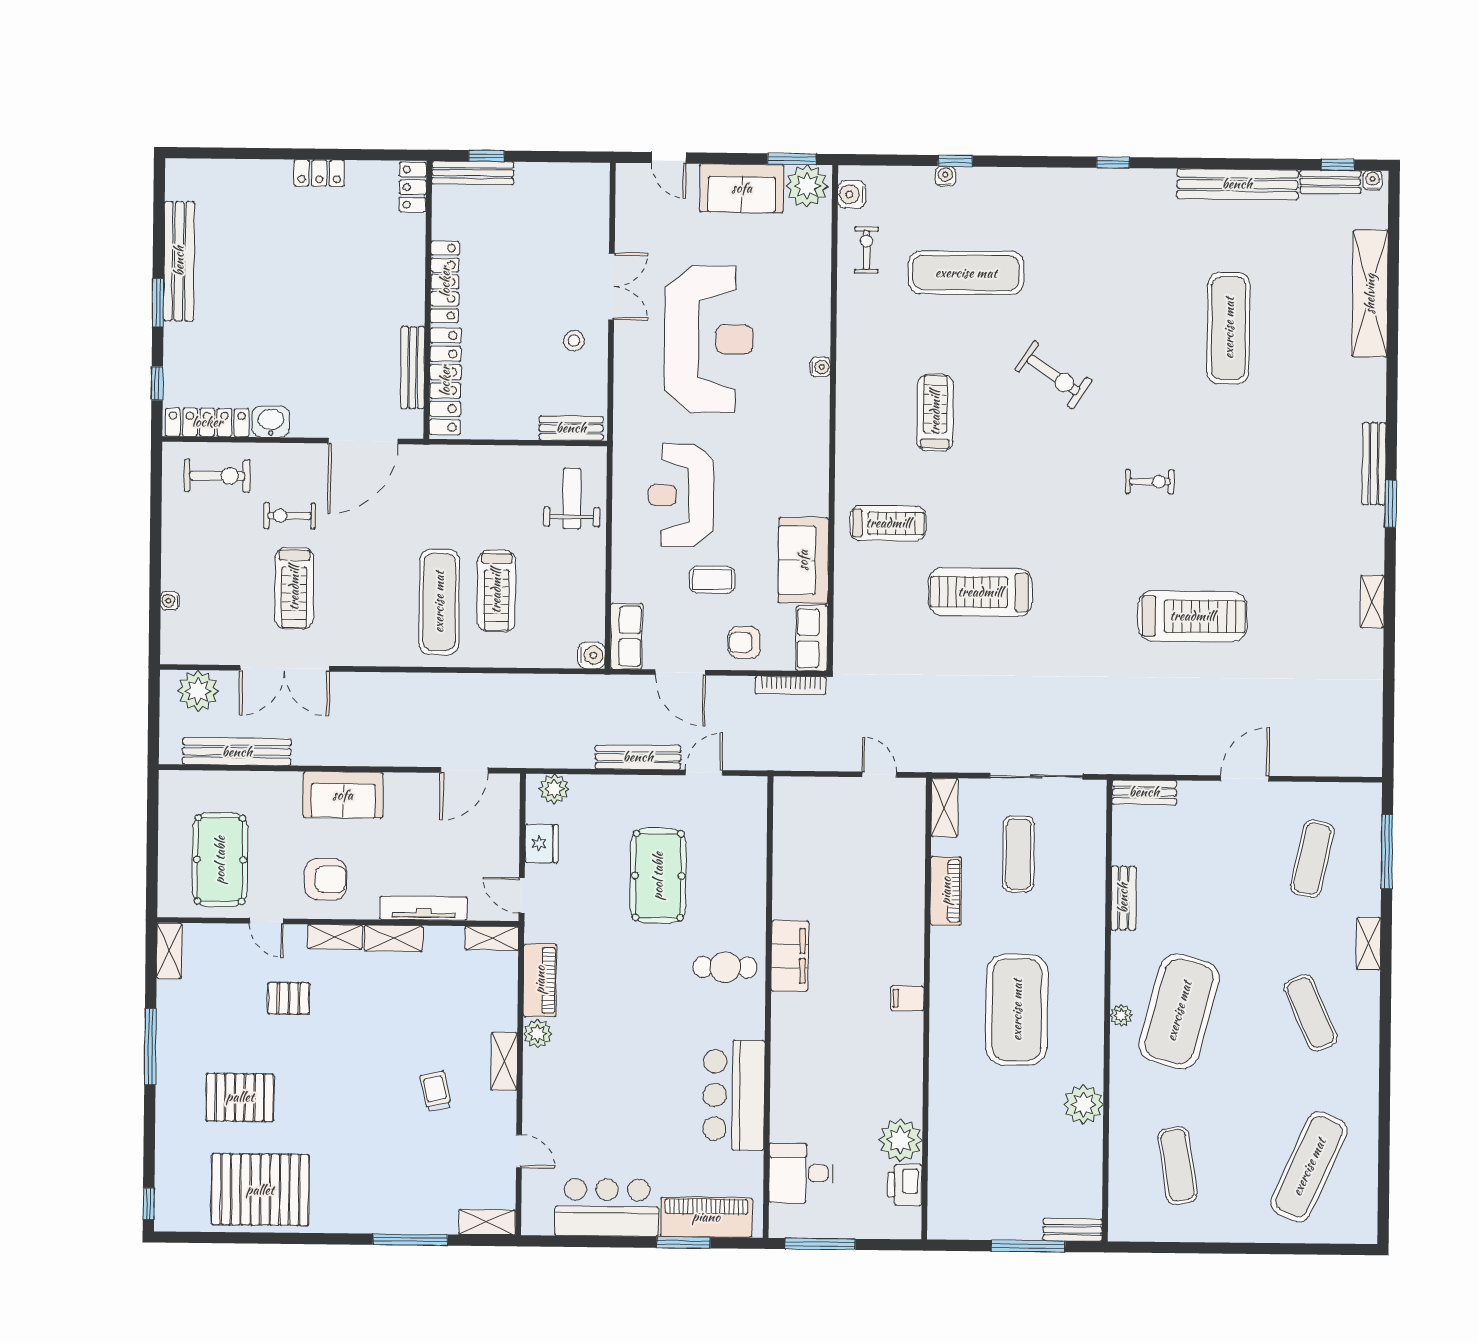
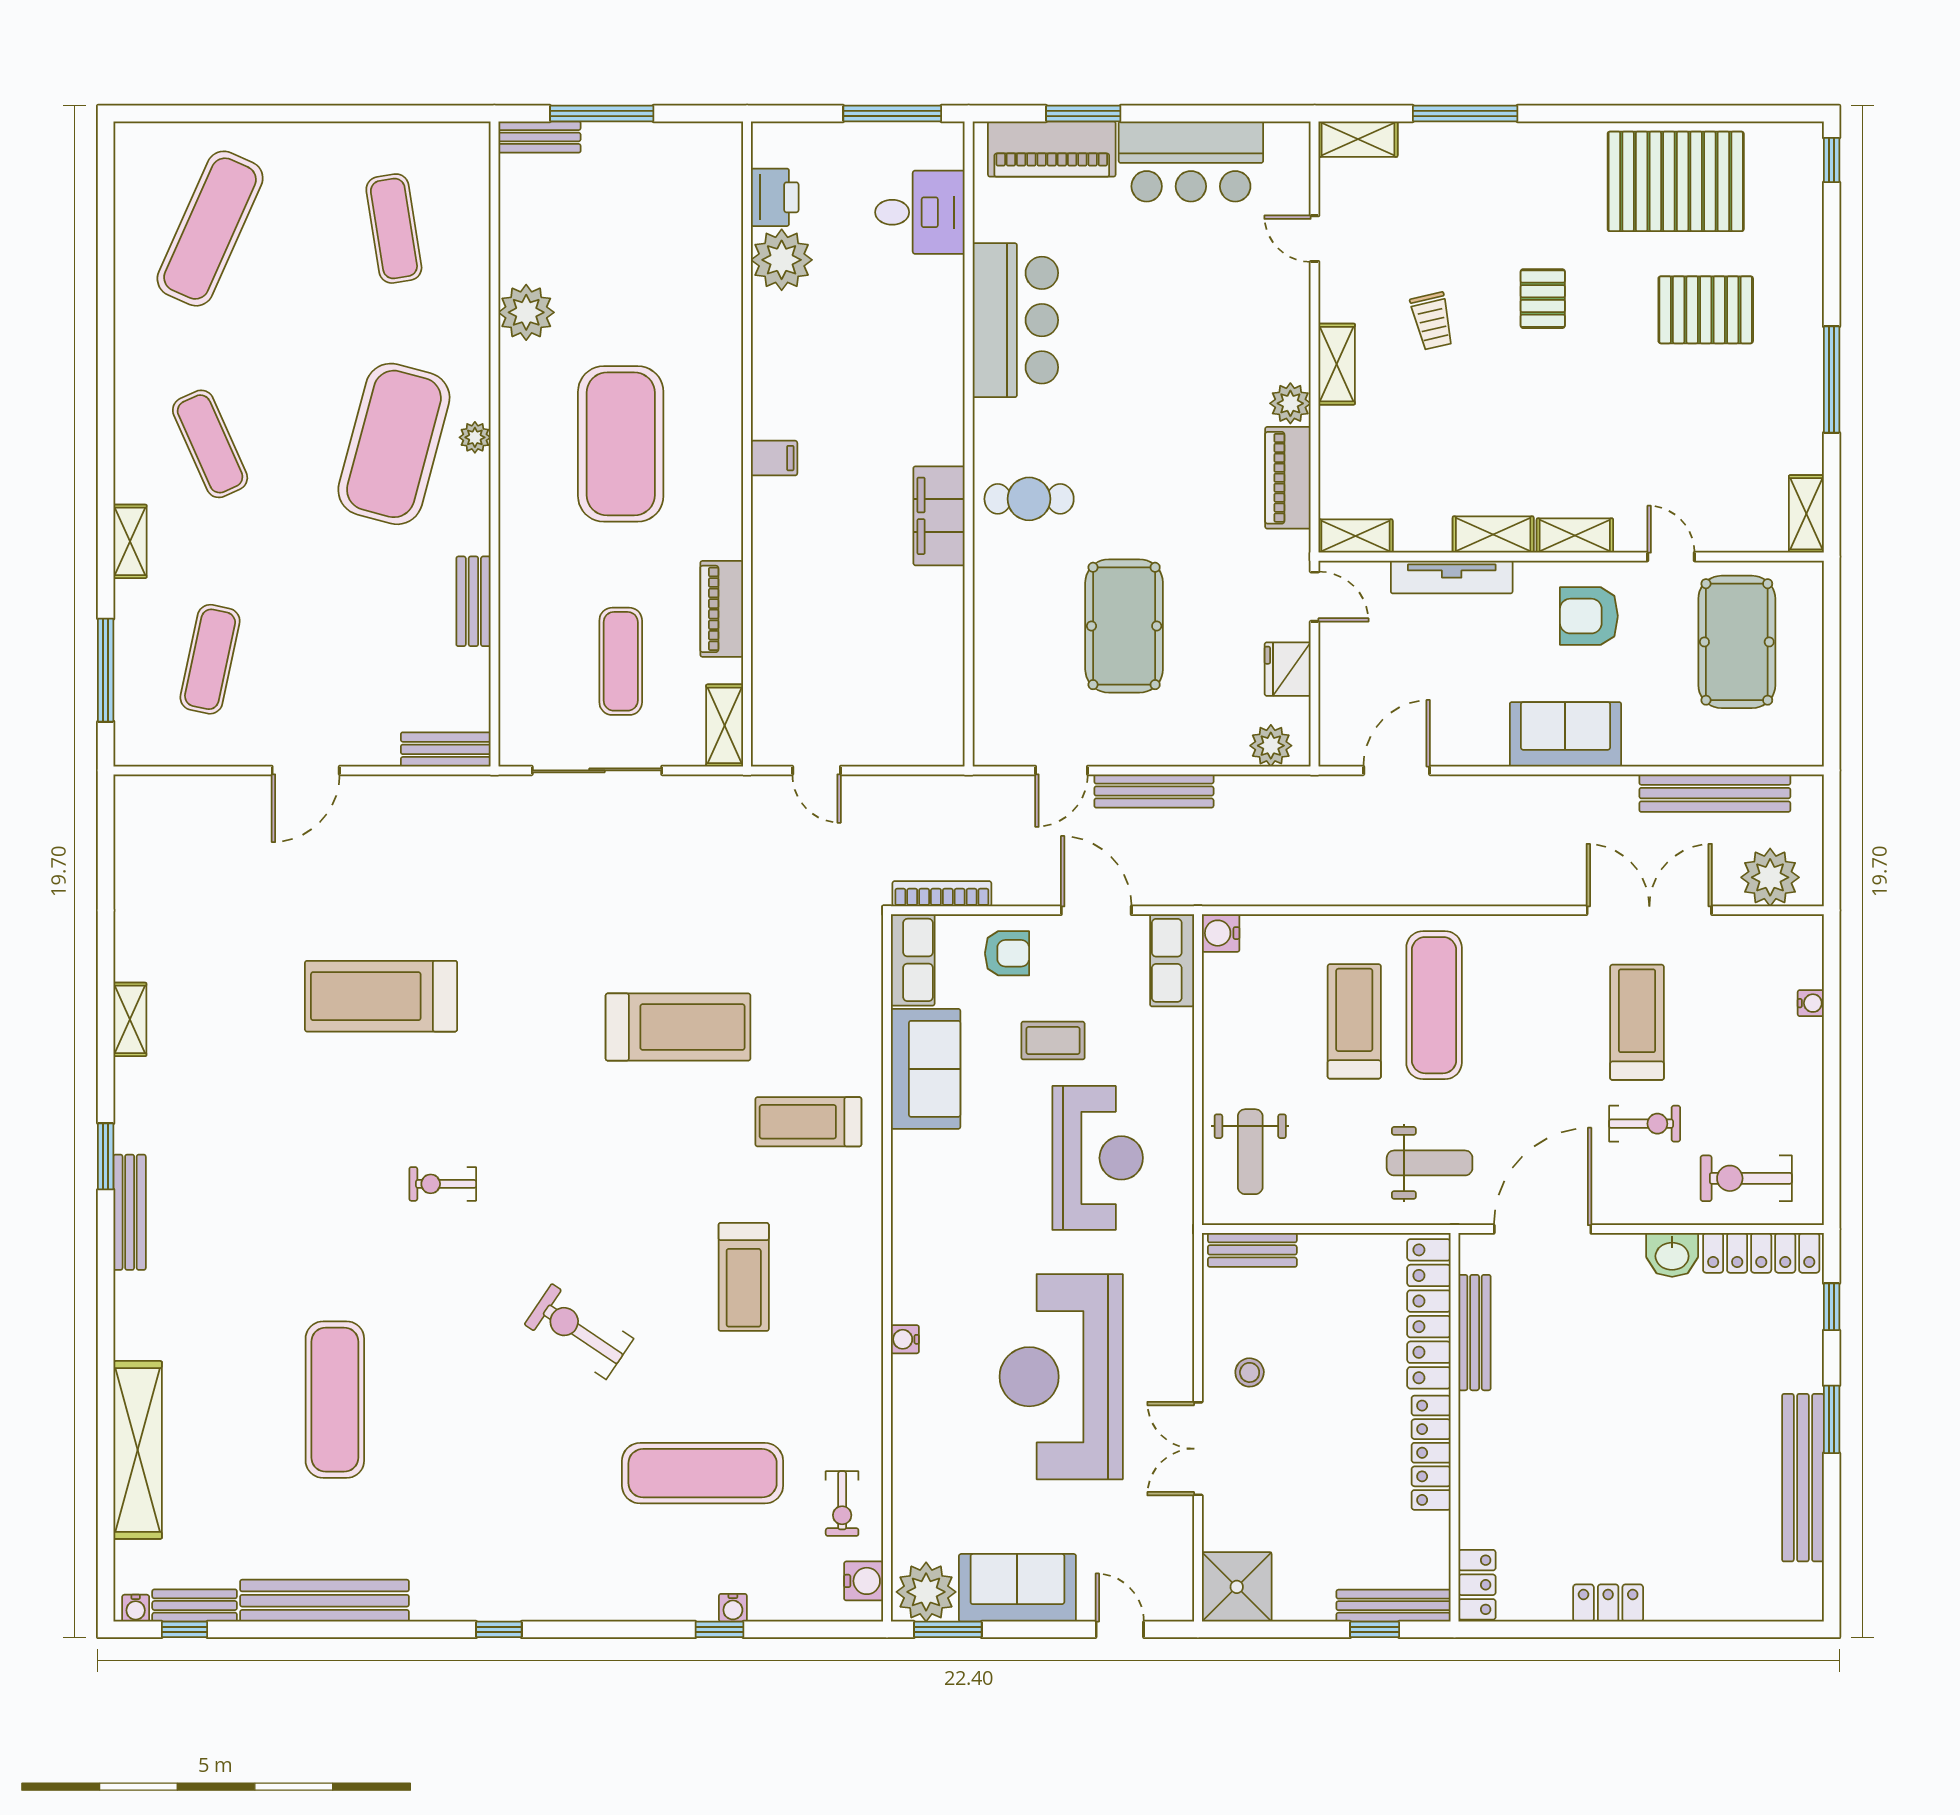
shower: (585, 187) -> (1237, 1587), added
weight bench: (444, 489) -> (1430, 1163), added
pallet: (289, 998) -> (1543, 299), moved, turned 90

